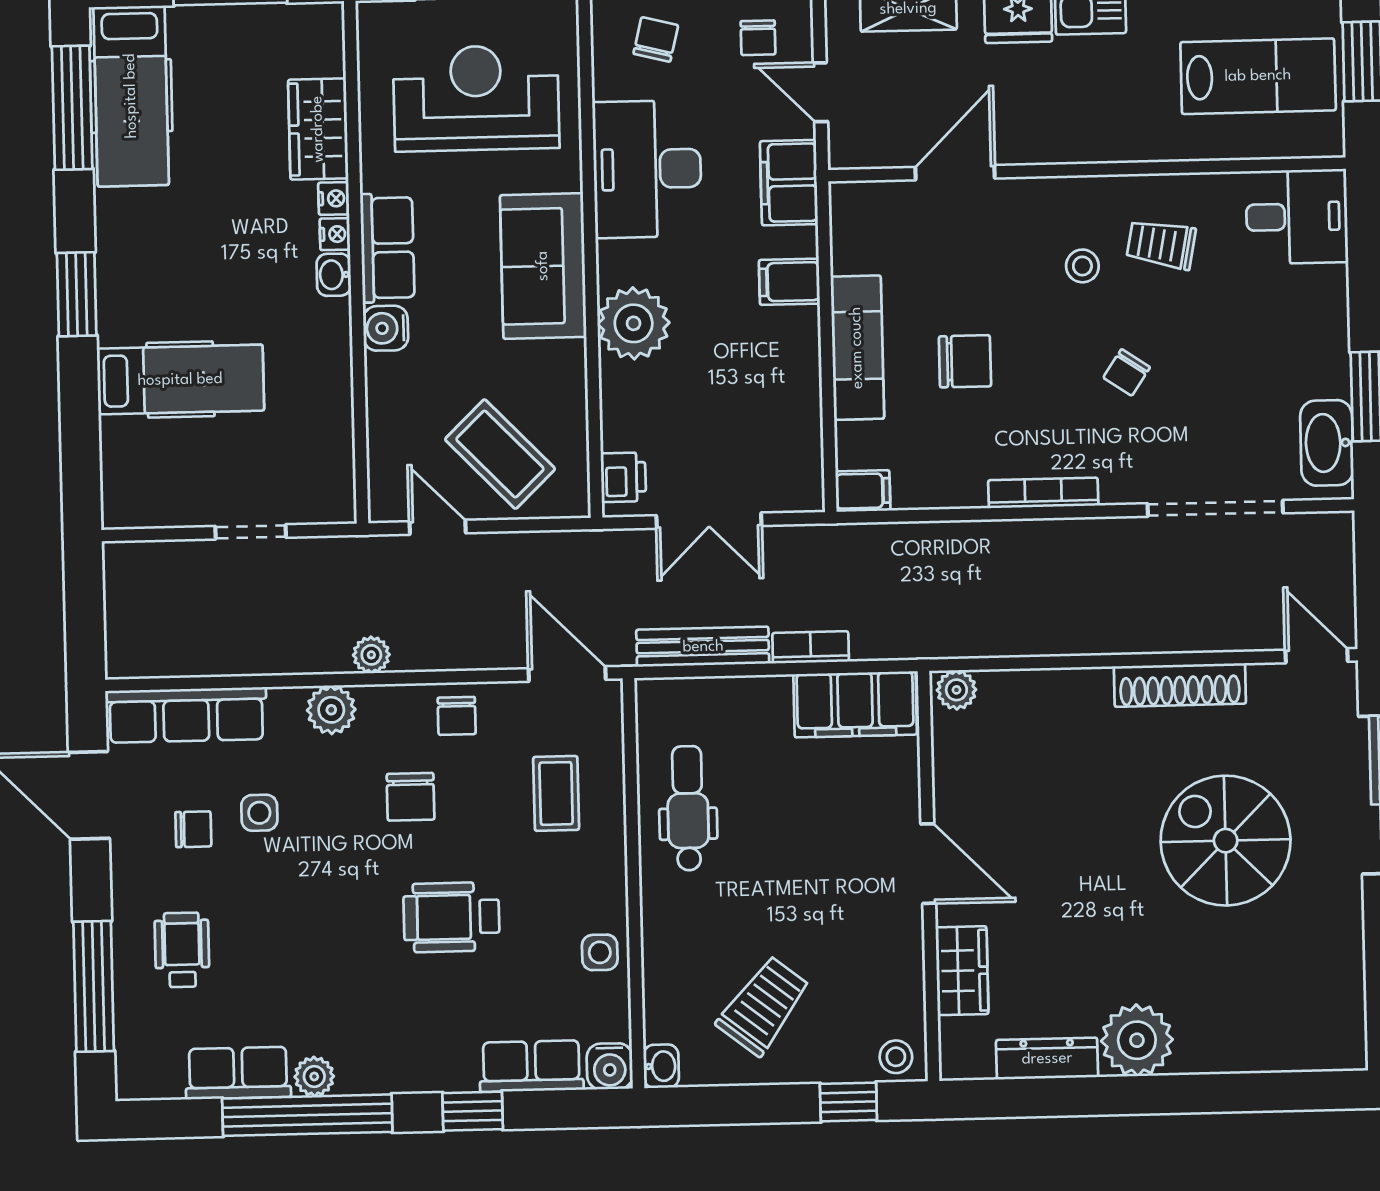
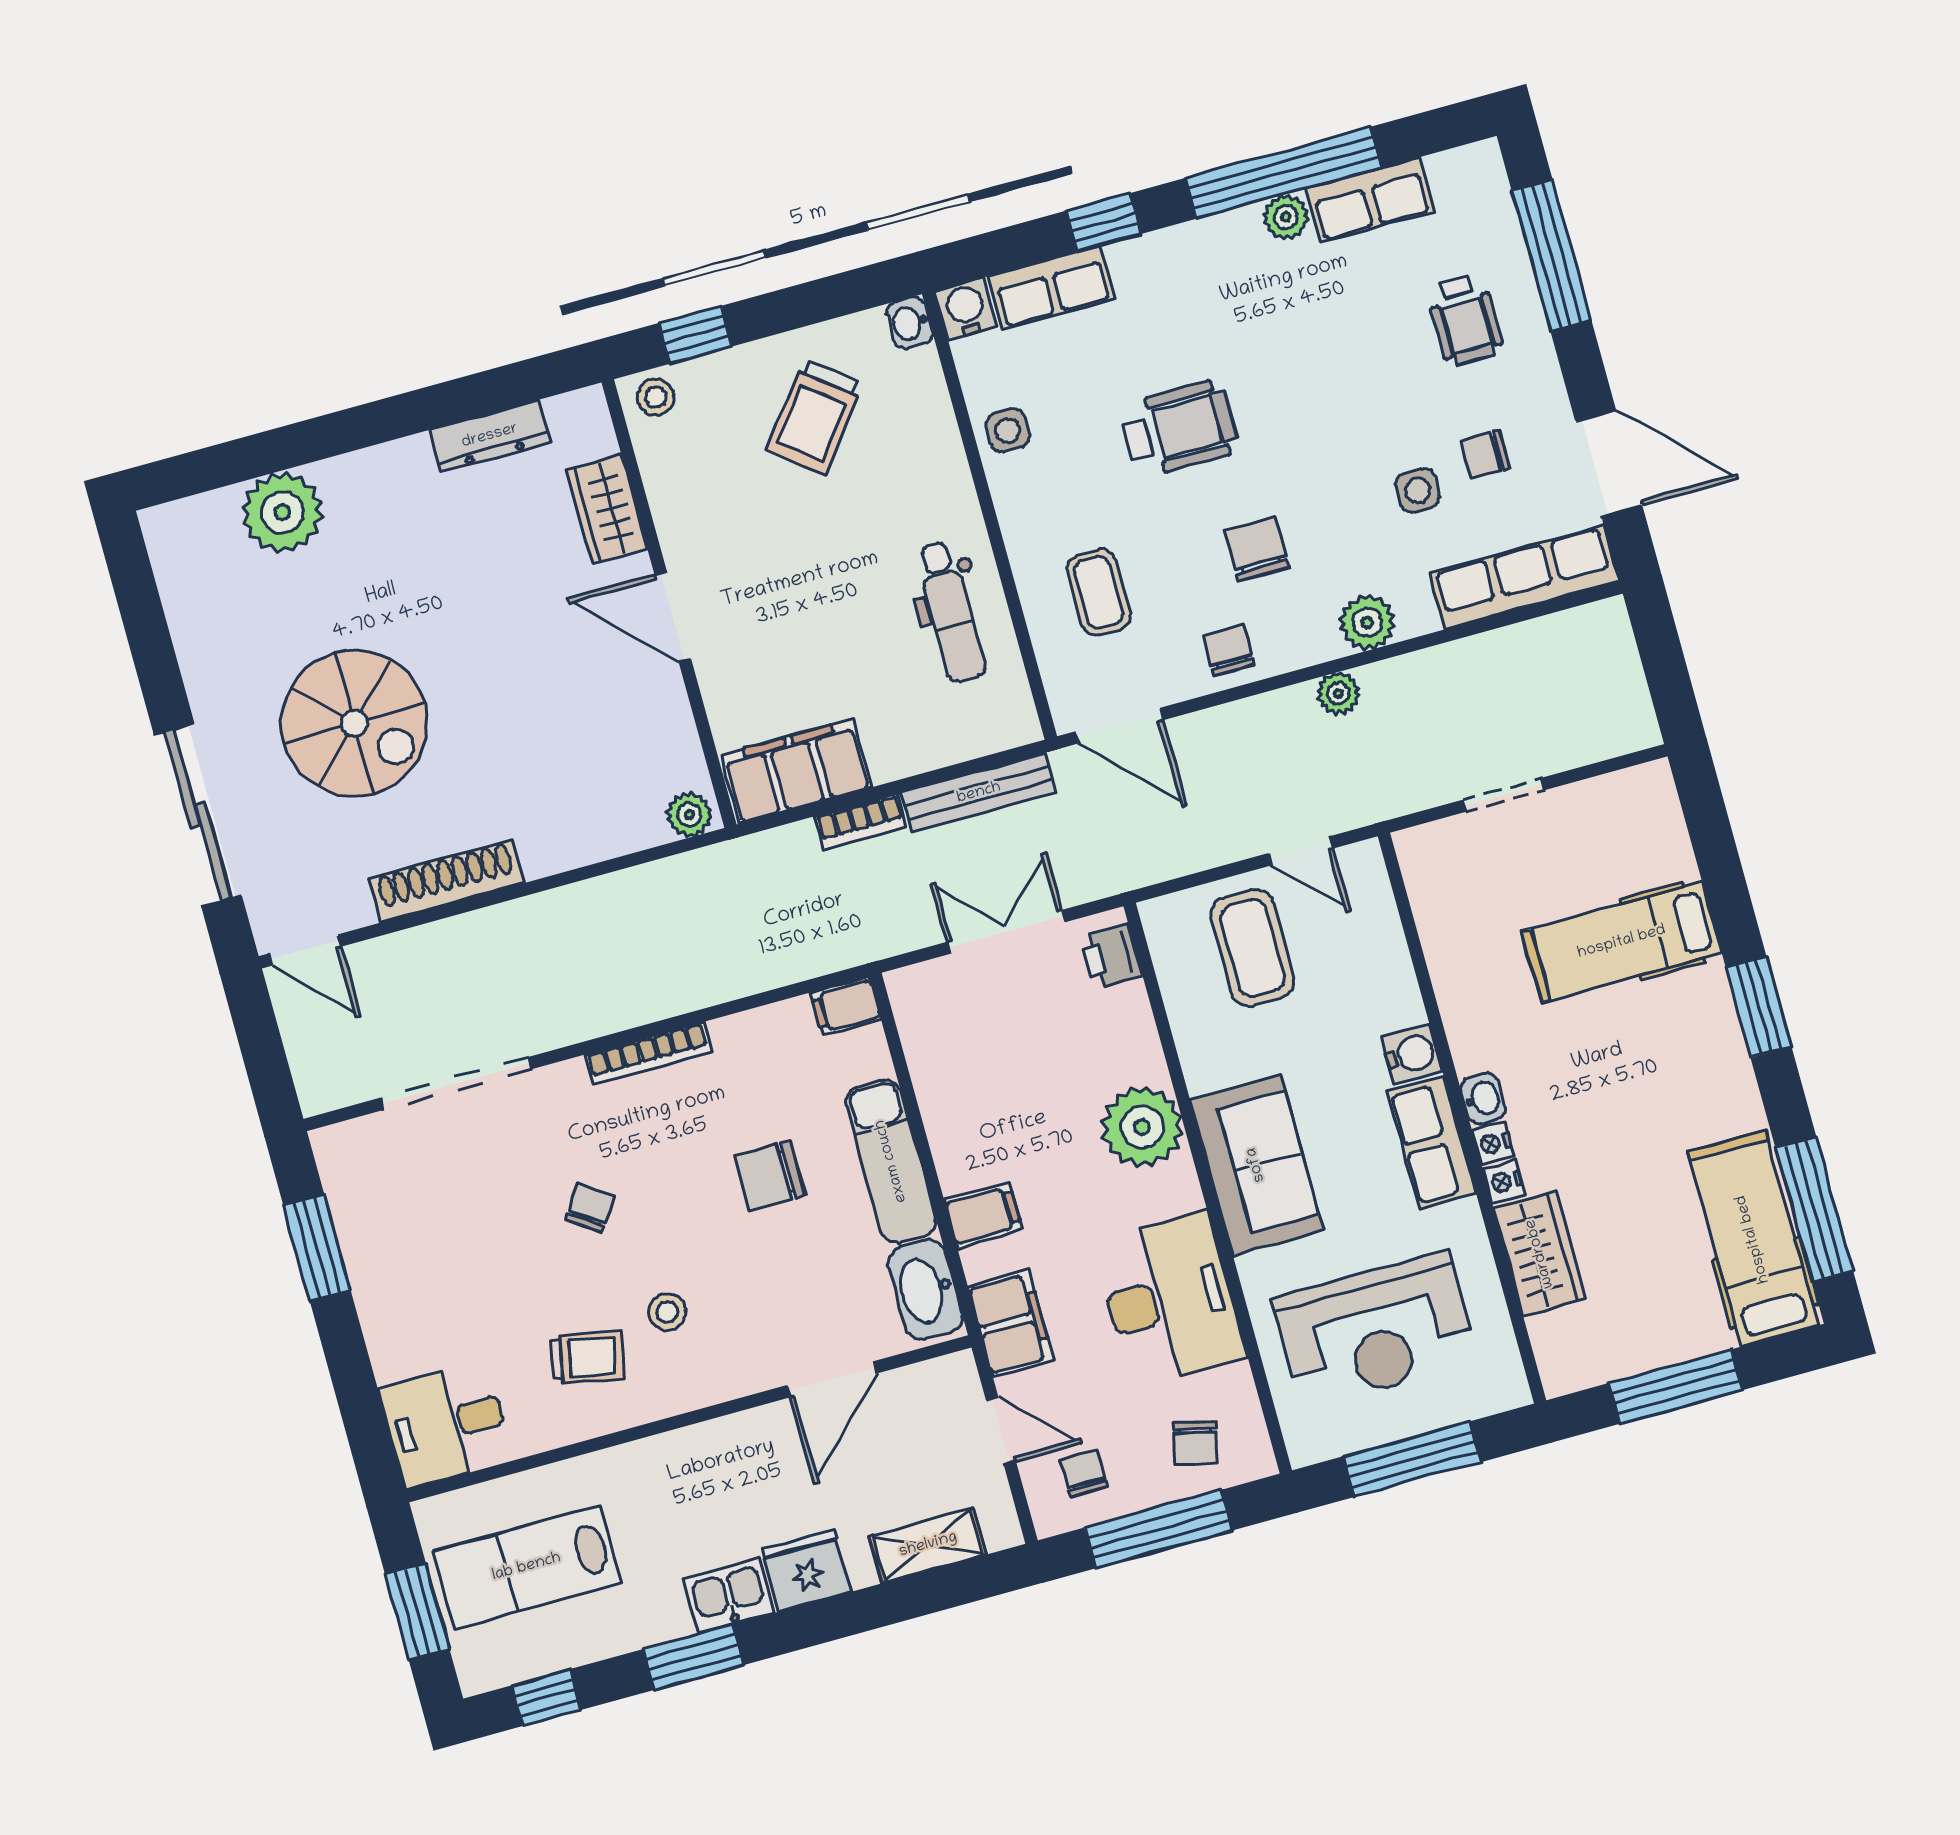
washbasin: (1327, 443) -> (925, 1290), moved, turned 180
coffee table: (500, 454) -> (1252, 948), turned 44
plant: (1137, 1040) -> (282, 512), moved

